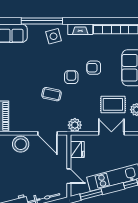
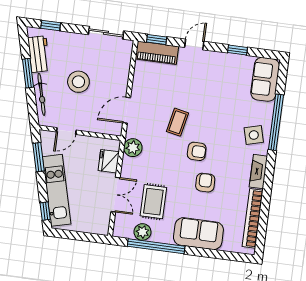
stool: (21, 144) -> (78, 82), moved
fridge: (77, 150) -> (109, 161), moved, turned 90

